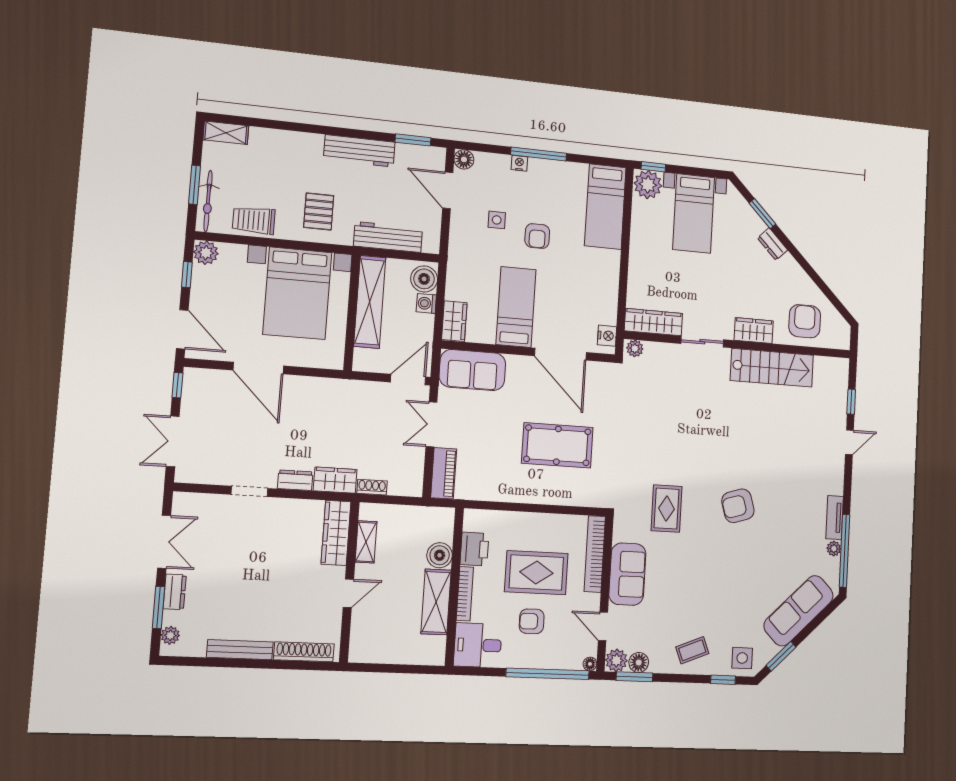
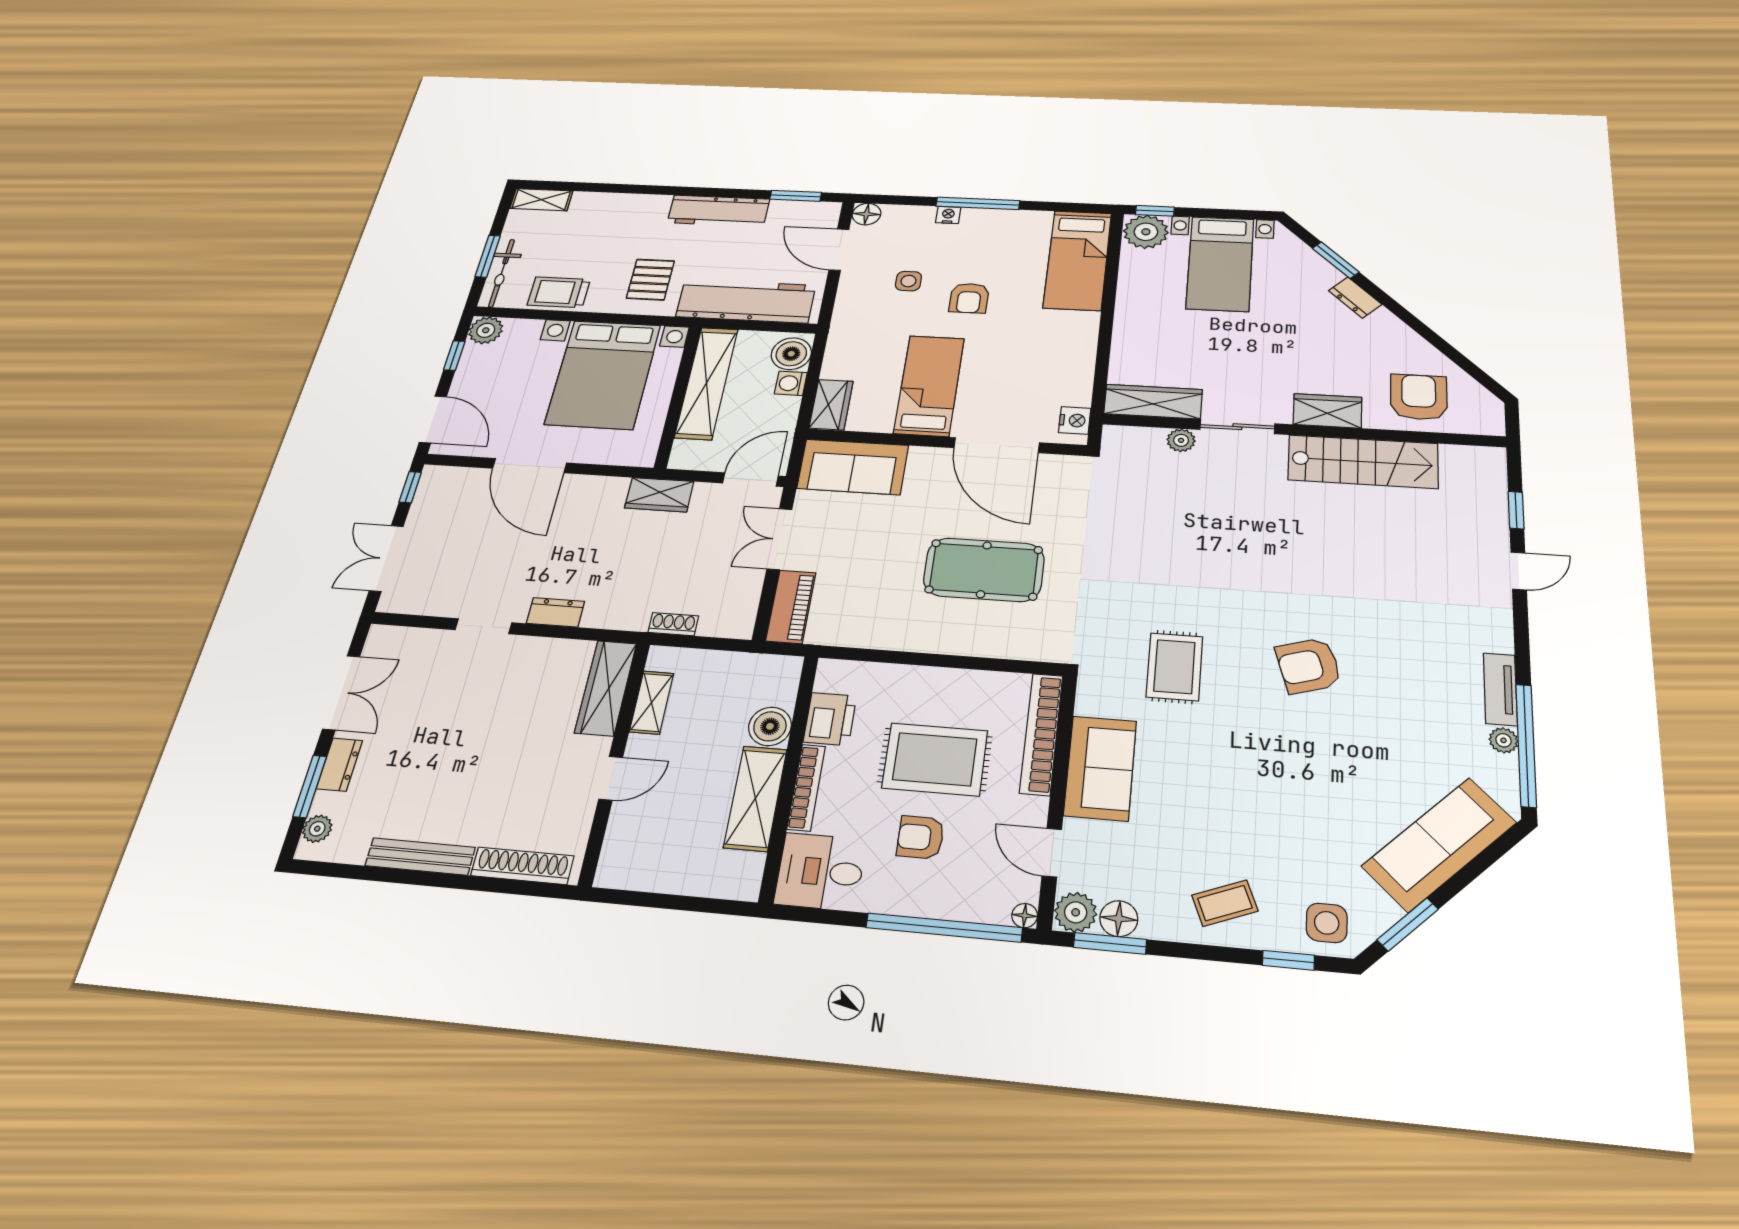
workbench: (388, 237) -> (746, 301), width x1.36, depth x1.32
plant: (635, 348) -> (1181, 440), moved
wardrobe: (335, 480) -> (659, 495), moved, turned 180

